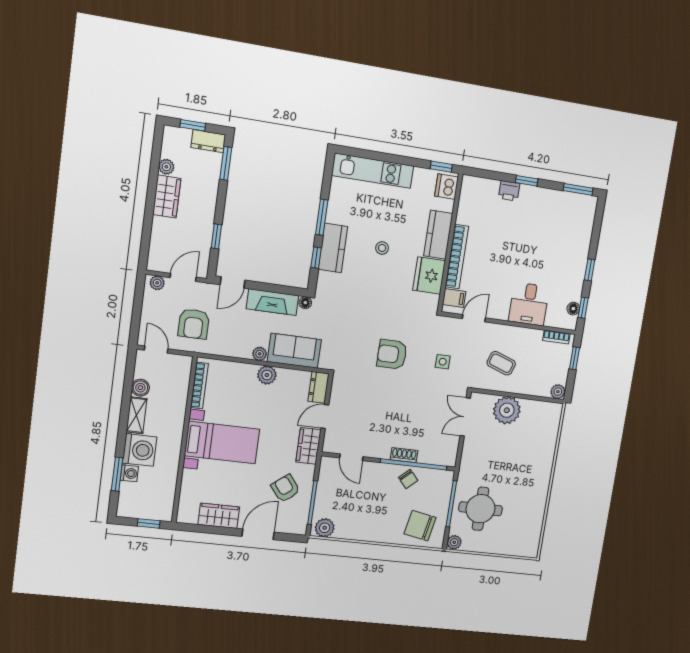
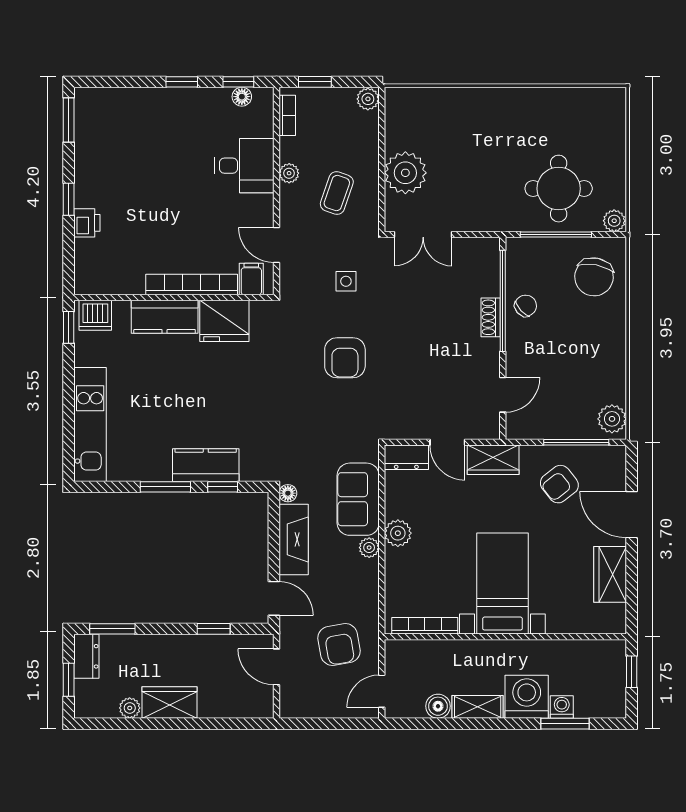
stool: (382, 248) -> (195, 395), removed
plant: (157, 283) -> (289, 173), moved
armchair: (194, 324) -> (339, 645), turned 80

